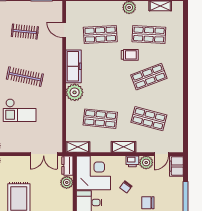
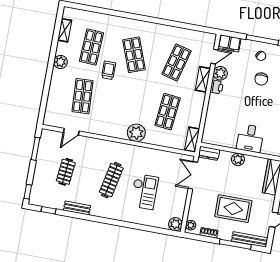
freezer: (74, 66) -> (110, 129), removed
shelving: (123, 147) -> (203, 79), moved
double door: (44, 154) -> (193, 175), swing flipped
door: (161, 154) -> (214, 57), hinge flipped
corner desk: (93, 173) -> (221, 128), removed
plant: (67, 182) -> (238, 159), moved
chair: (126, 187) -> (261, 56), moved

